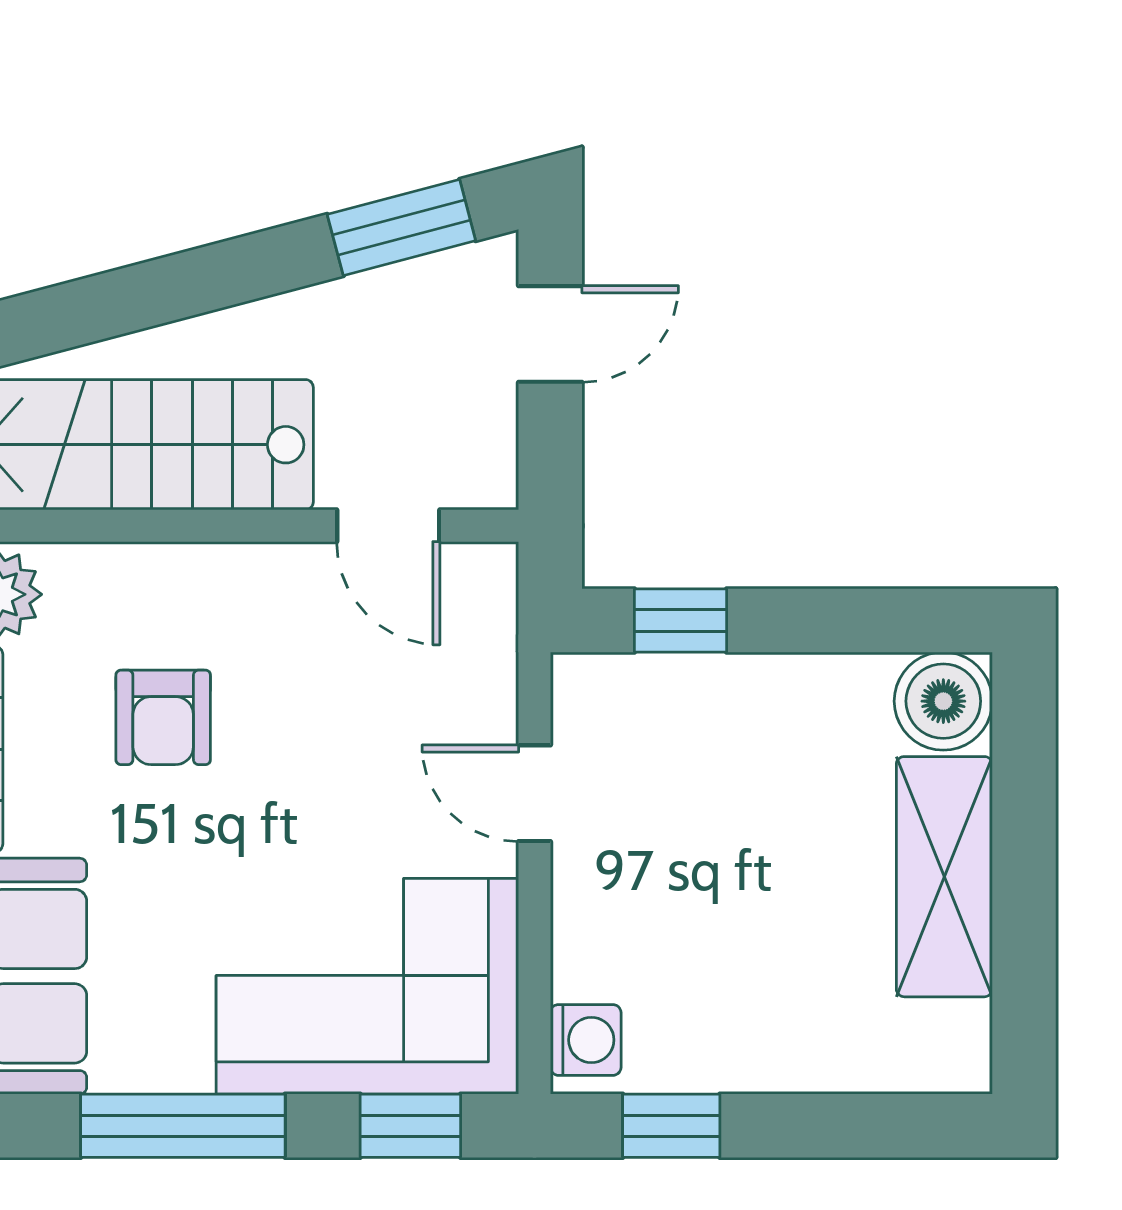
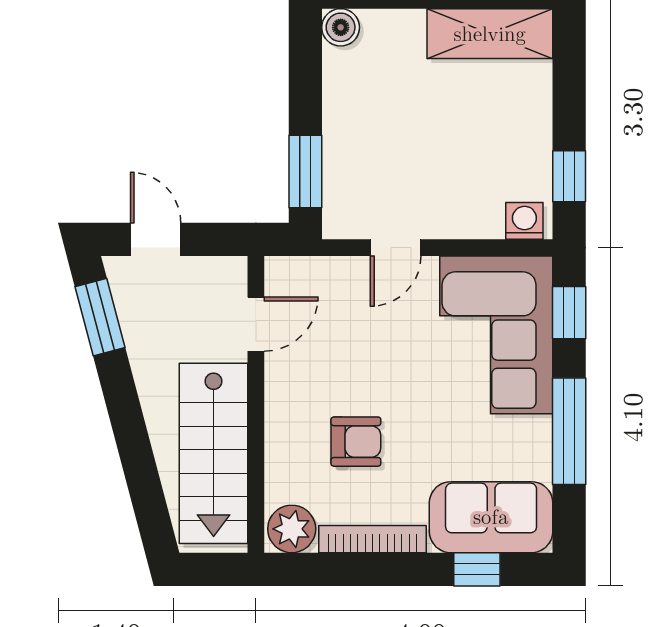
window: (681, 620) -> (305, 171), width x1.50
boiler: (943, 701) -> (341, 27), width x0.73, depth x0.73
shelving: (944, 877) -> (490, 34), moved

